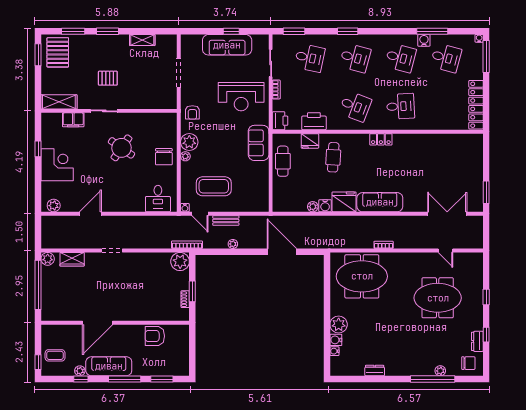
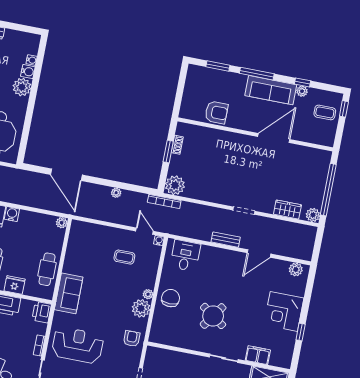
coffee table: (214, 186) -> (124, 257), width x0.54, depth x0.58
plant: (313, 207) -> (62, 223), moved
bench: (226, 221) -> (226, 240), moved

